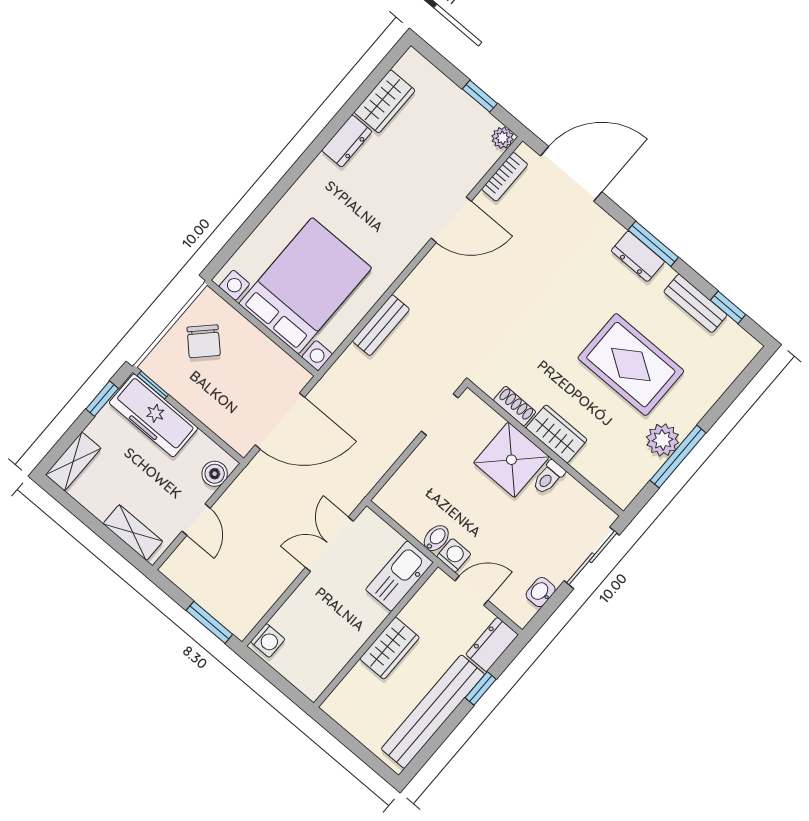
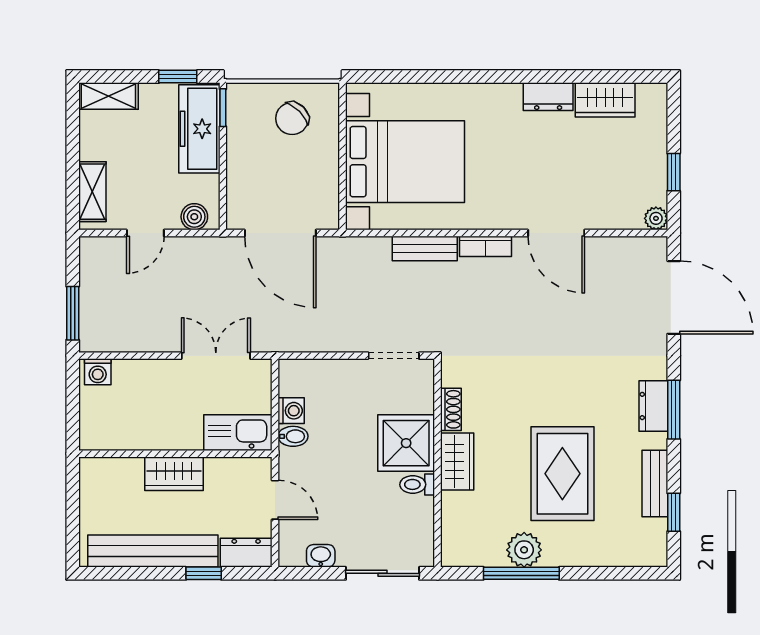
bookcase: (505, 177) -> (485, 246), moved
washing machine: (454, 555) -> (291, 411), moved

